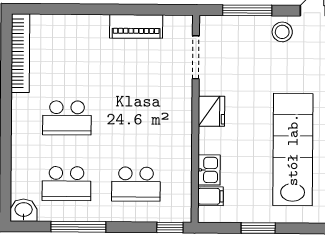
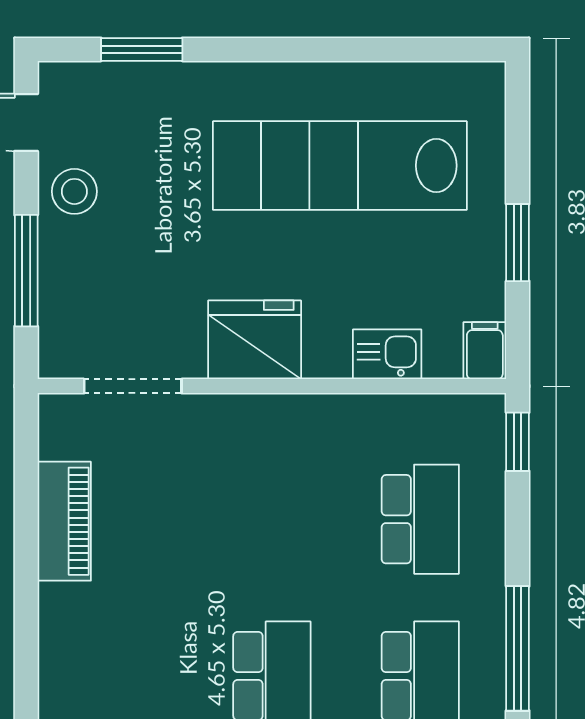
fridge: (211, 111) -> (255, 340), width x1.36, depth x1.34
filing cabinet: (210, 196) -> (485, 351), moved

